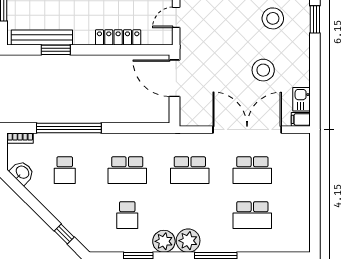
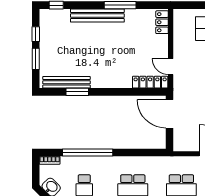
door: (176, 17) -> (171, 67), hinge flipped
locker: (118, 37) -> (150, 82), moved

